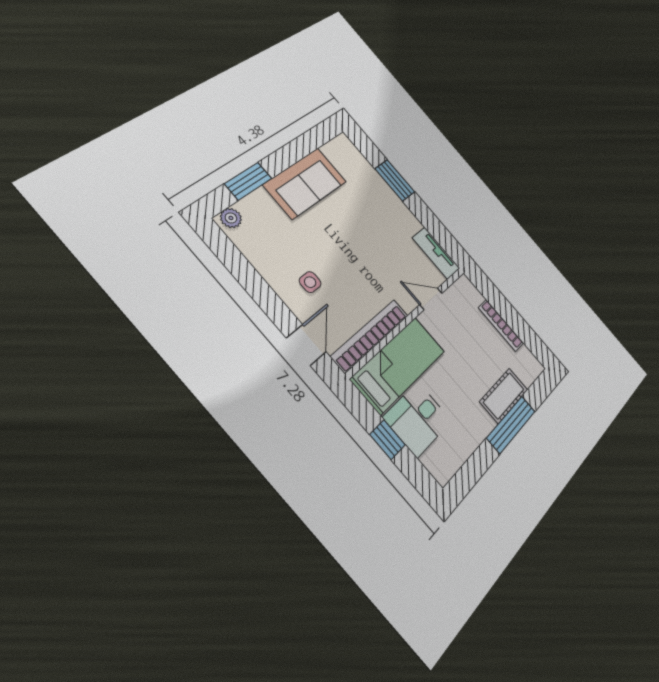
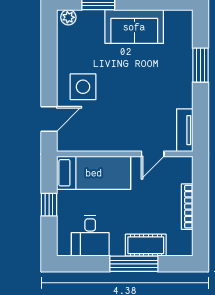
side table: (310, 282) -> (83, 87), width x1.87, depth x1.87
door: (431, 299) -> (153, 154), swing flipped
bookcase: (370, 336) -> (92, 144), removed
desk: (417, 419) -> (90, 236), moved, turned -90

